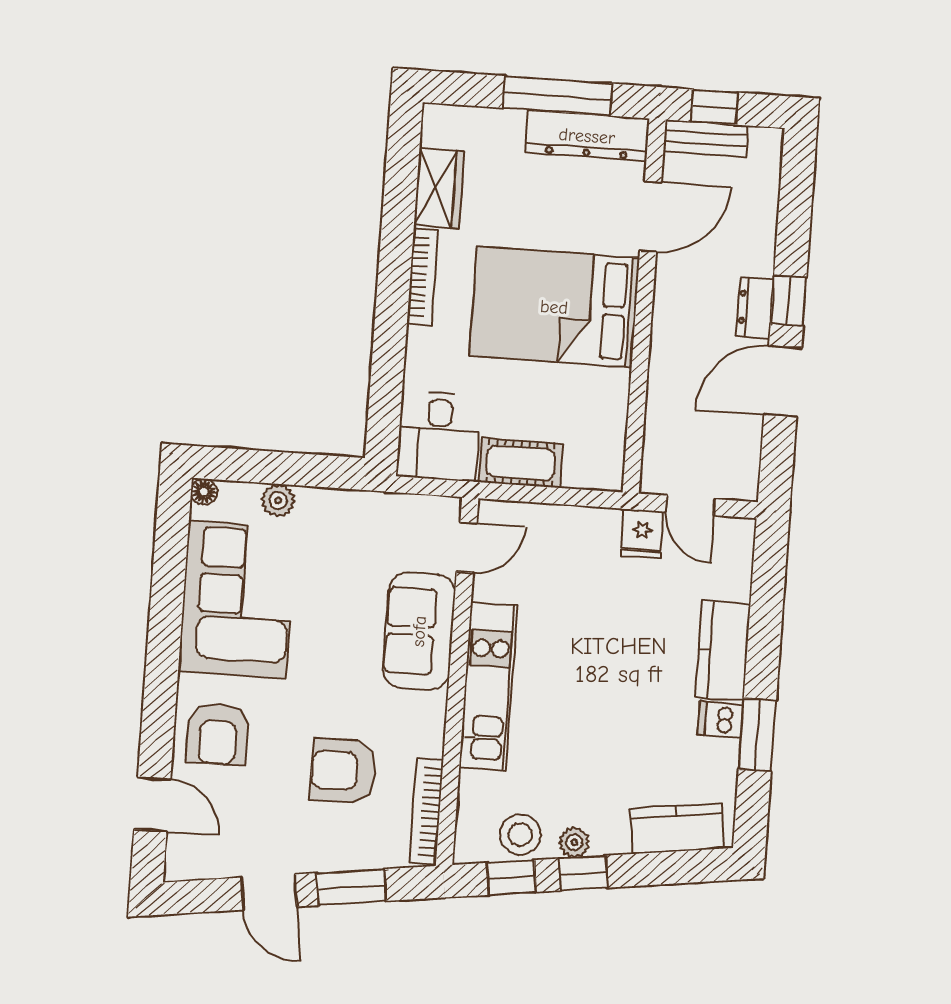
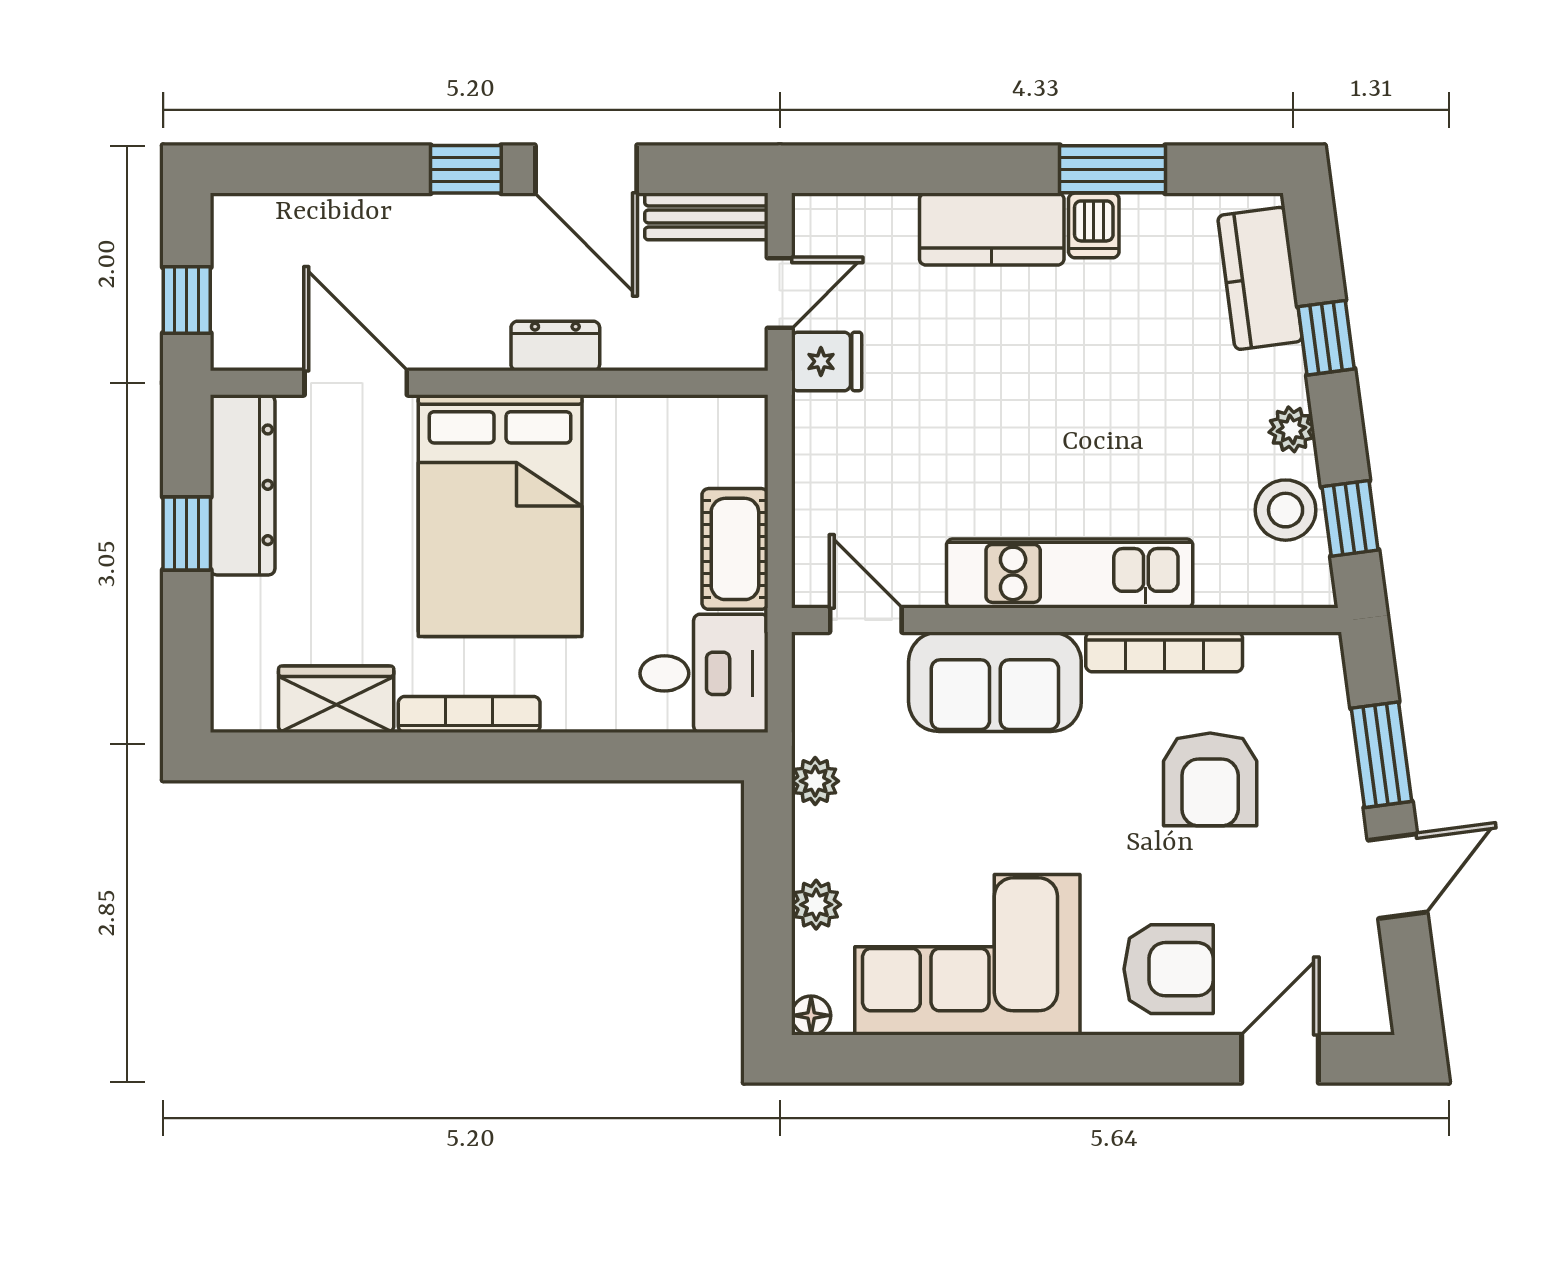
window: (557, 96) -> (187, 533), width x0.46
bench: (706, 138) -> (706, 216), moved, turned 90
dresser: (755, 308) -> (555, 346), moved, turned 180
plant: (361, 506) -> (815, 781), added
bookcase: (426, 811) -> (1164, 652), moved
window: (583, 873) -> (1326, 338), moved

